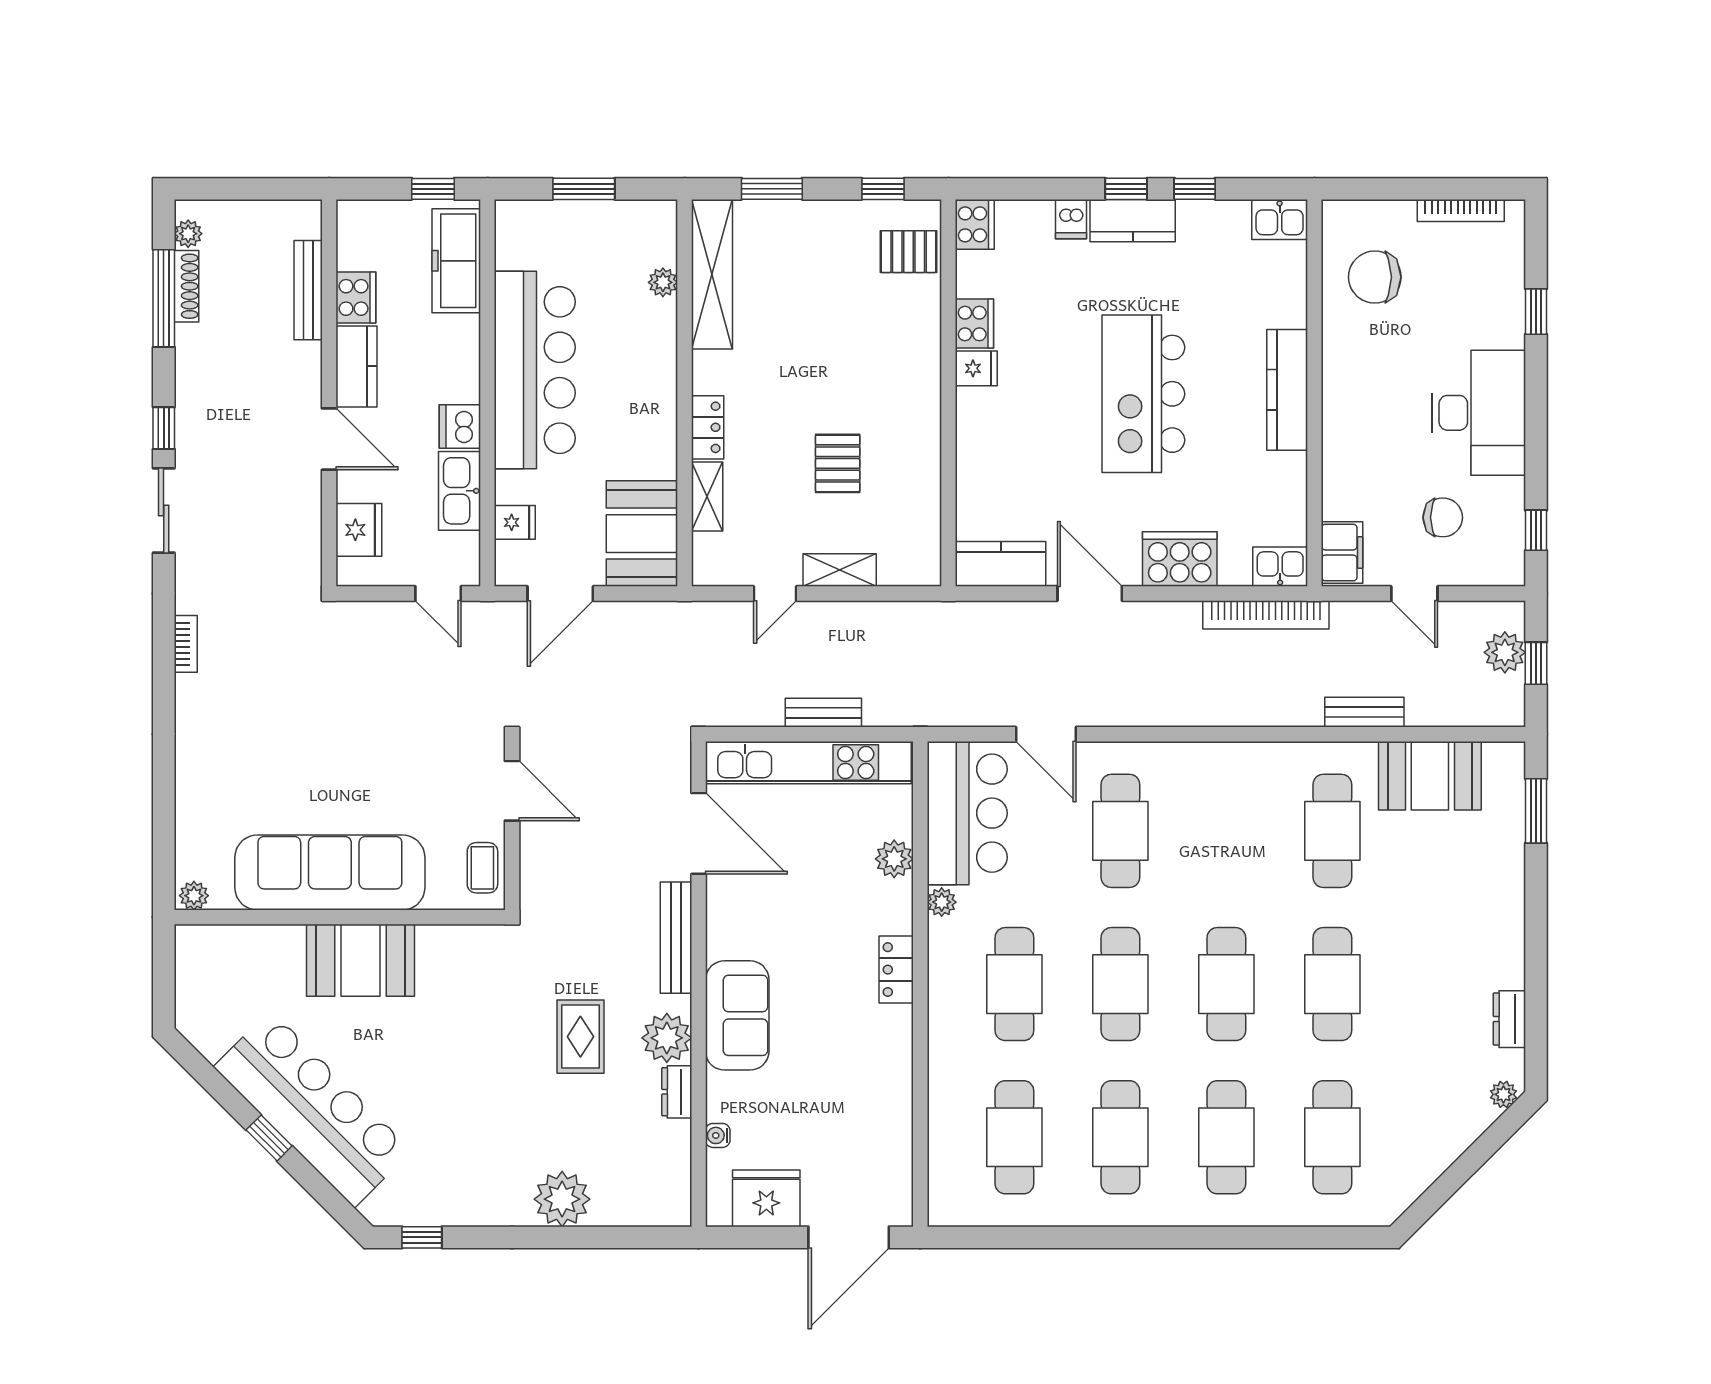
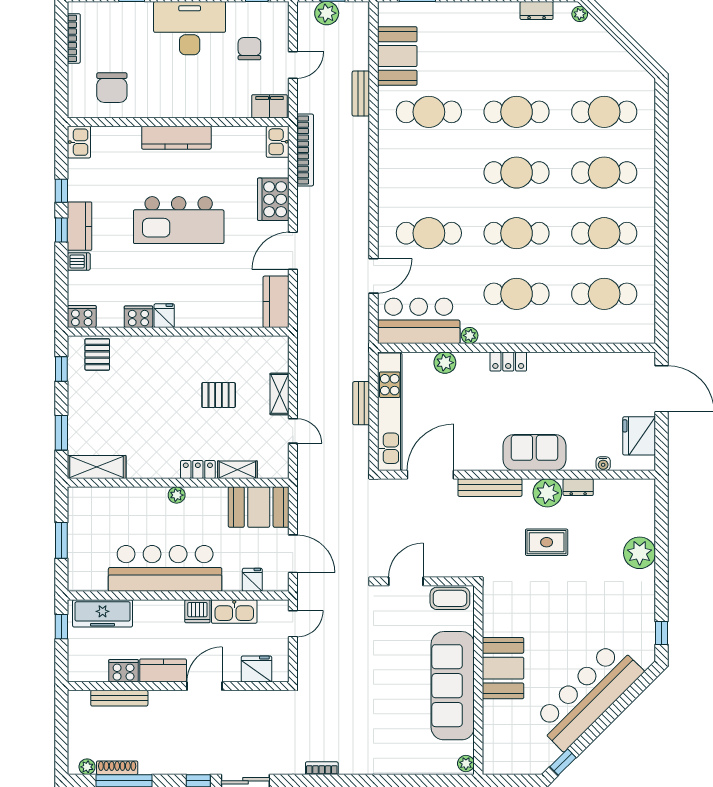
shelving: (712, 274) -> (97, 467), width x0.68
plant: (663, 282) -> (177, 495), moved
coffee table: (482, 868) -> (450, 598), width x1.36, depth x1.30
window: (269, 1138) -> (563, 762), moved

